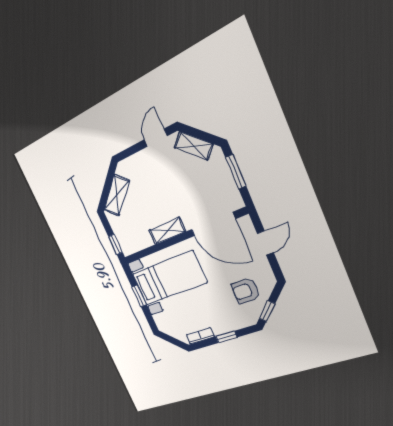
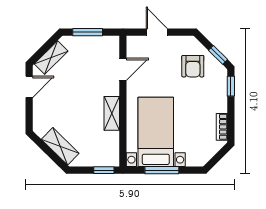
door: (156, 138) -> (29, 87), swing flipped
door: (213, 224) -> (123, 69), width x0.53
window: (139, 296) -> (162, 170), width x1.50
window: (226, 337) -> (231, 86), moved

